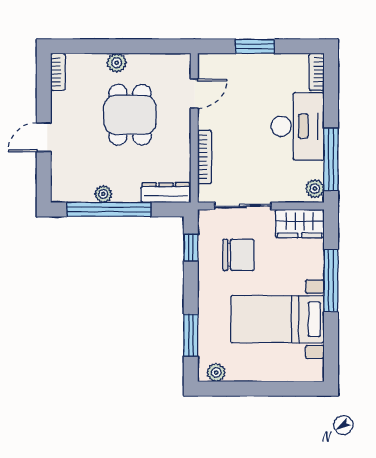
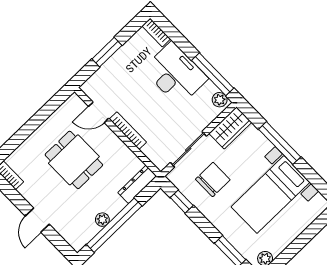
plant: (117, 63) -> (38, 138), removed
door: (194, 94) -> (99, 112), swing flipped
bookcase: (205, 157) -> (128, 131), moved

